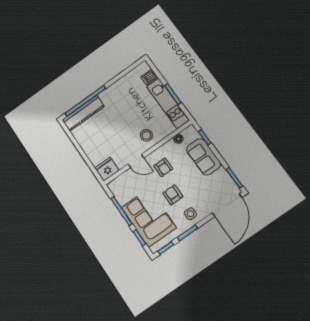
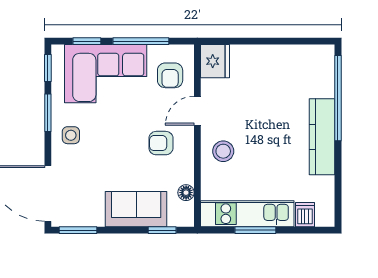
kitchen counter: (83, 113) -> (322, 137), moved
armchair: (173, 195) -> (170, 75), moved, turned 90

